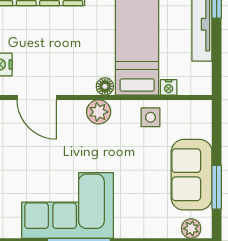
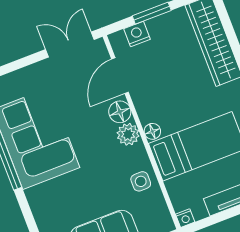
nightstand: (169, 87) -> (185, 218), moved, turned -90
floor lamp: (73, 112) -> (120, 112), added

